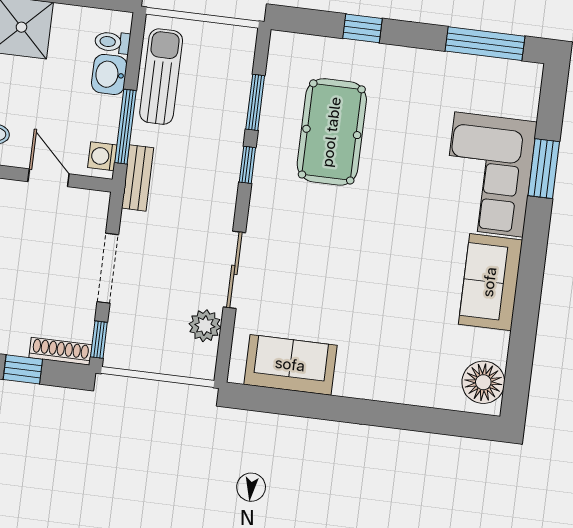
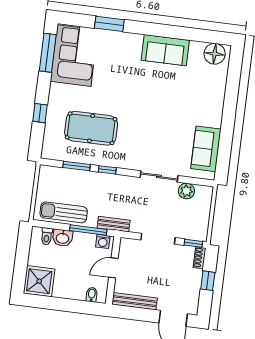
corner sofa: (489, 174) -> (74, 56), moved, turned -90
shoe rack: (60, 351) -> (200, 258), width x0.70

